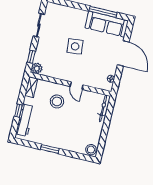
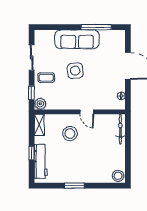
sofa: (107, 24) -> (77, 39), moved
coffee table: (48, 46) -> (46, 78), added

